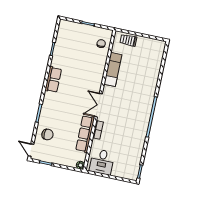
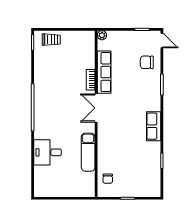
trolley: (128, 40) -> (51, 40), moved
double door: (98, 105) -> (96, 108), swing flipped
desk: (102, 162) -> (48, 152), moved, turned -90

